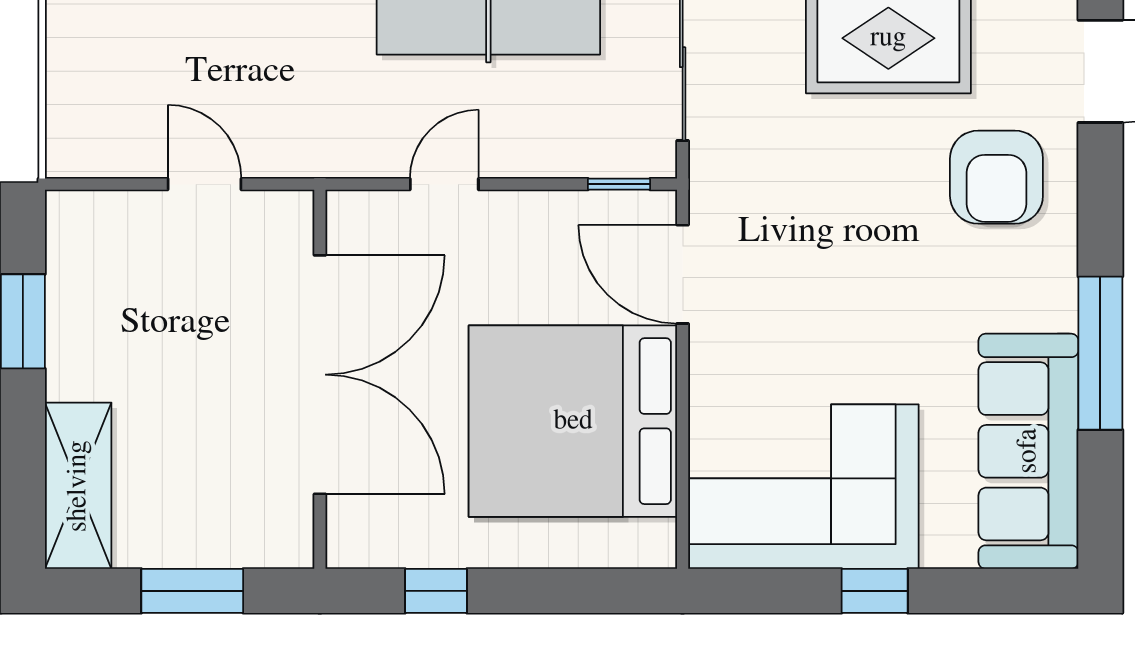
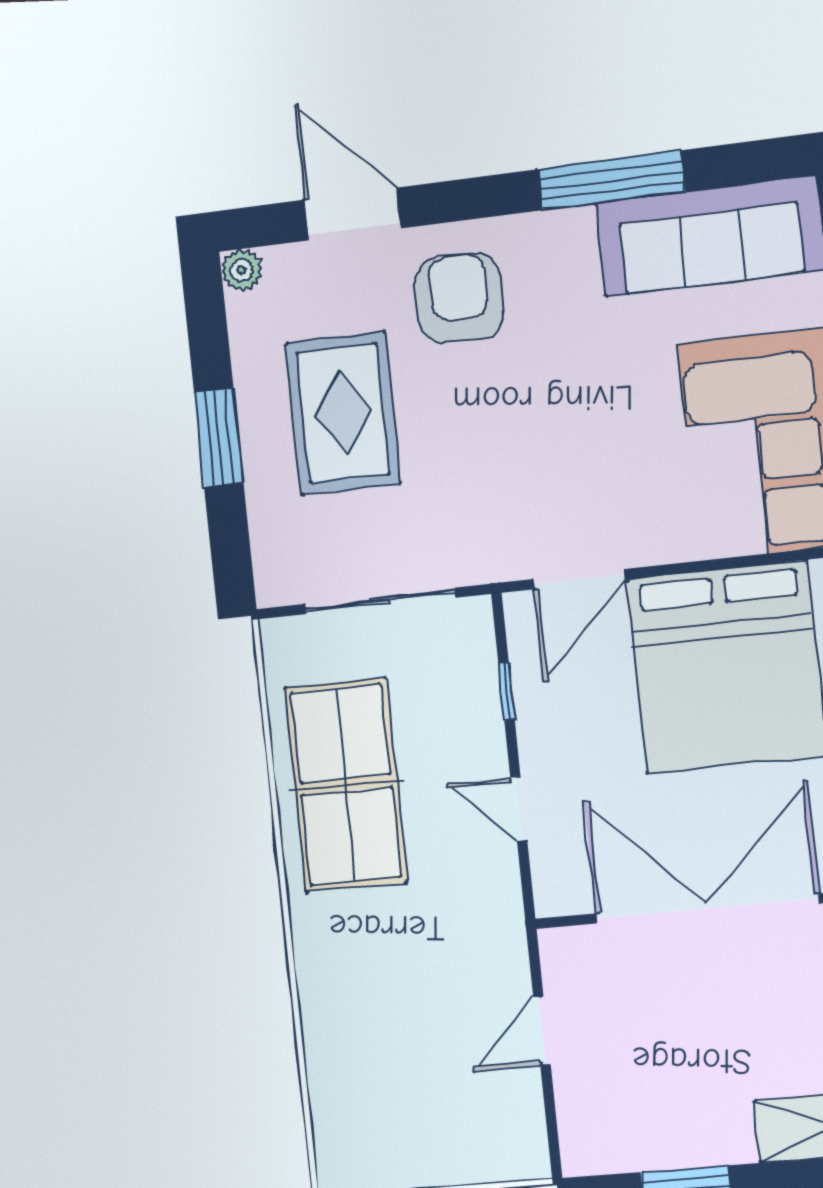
armchair: (996, 177) -> (459, 298), turned -90
window: (619, 184) -> (506, 691), moved

